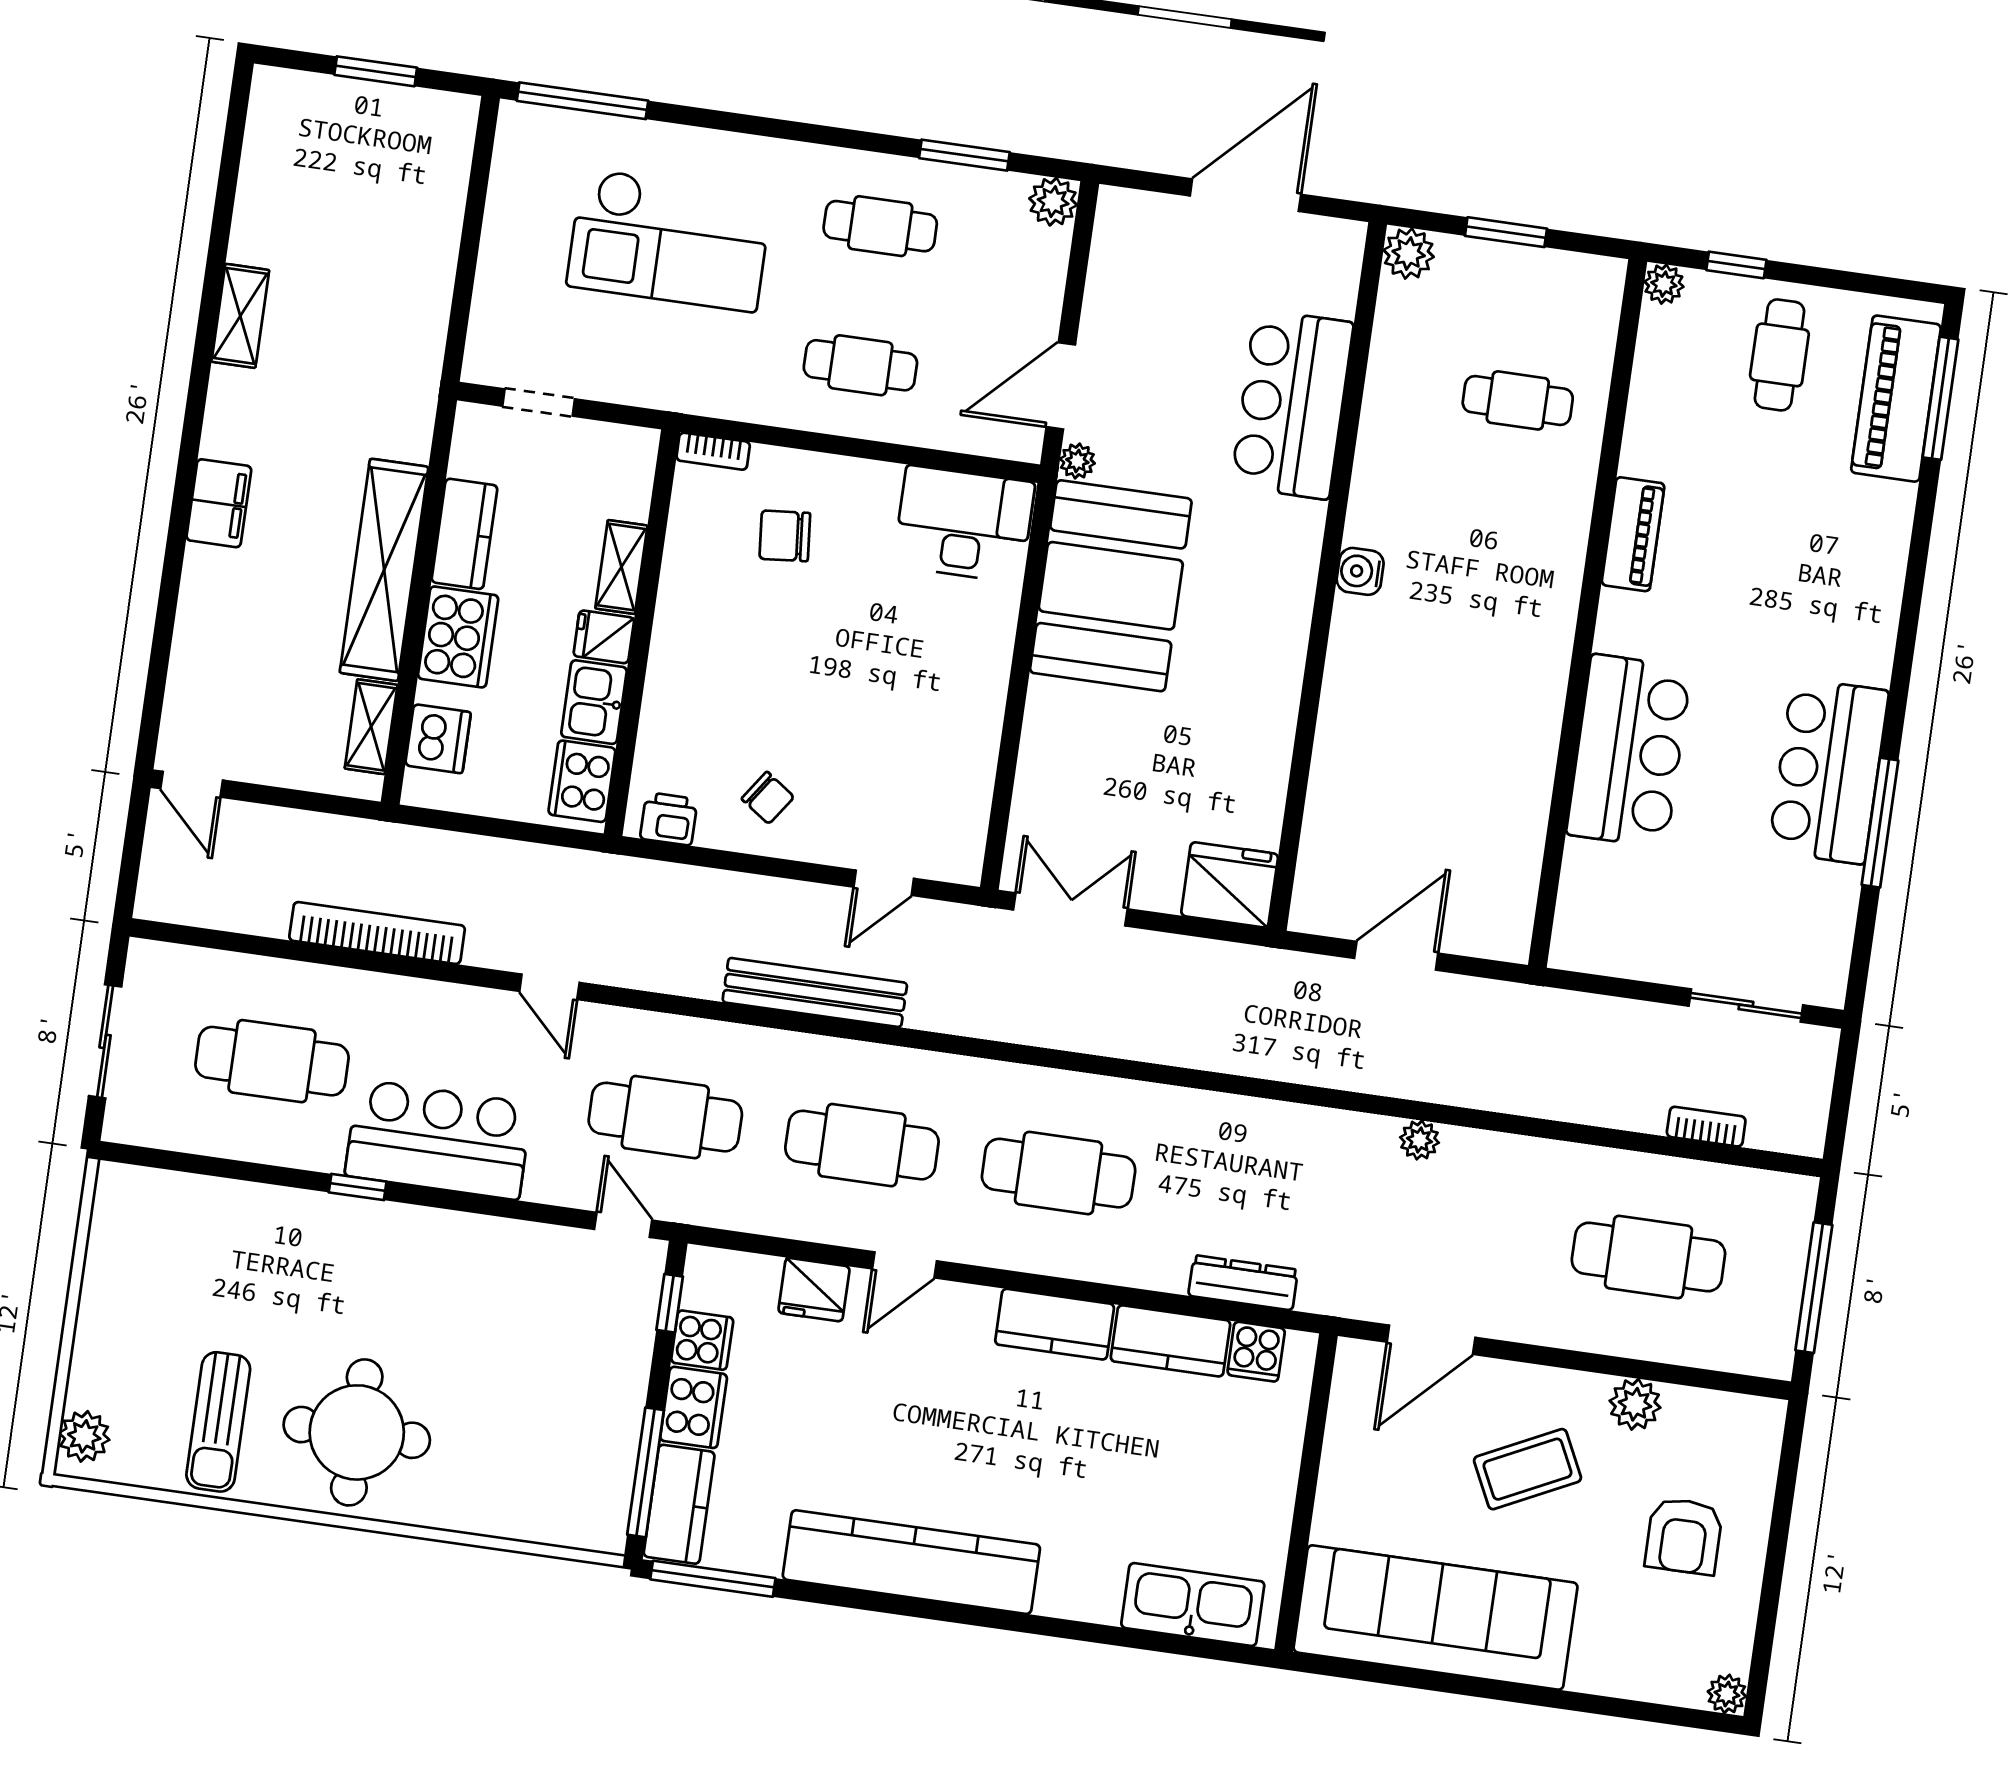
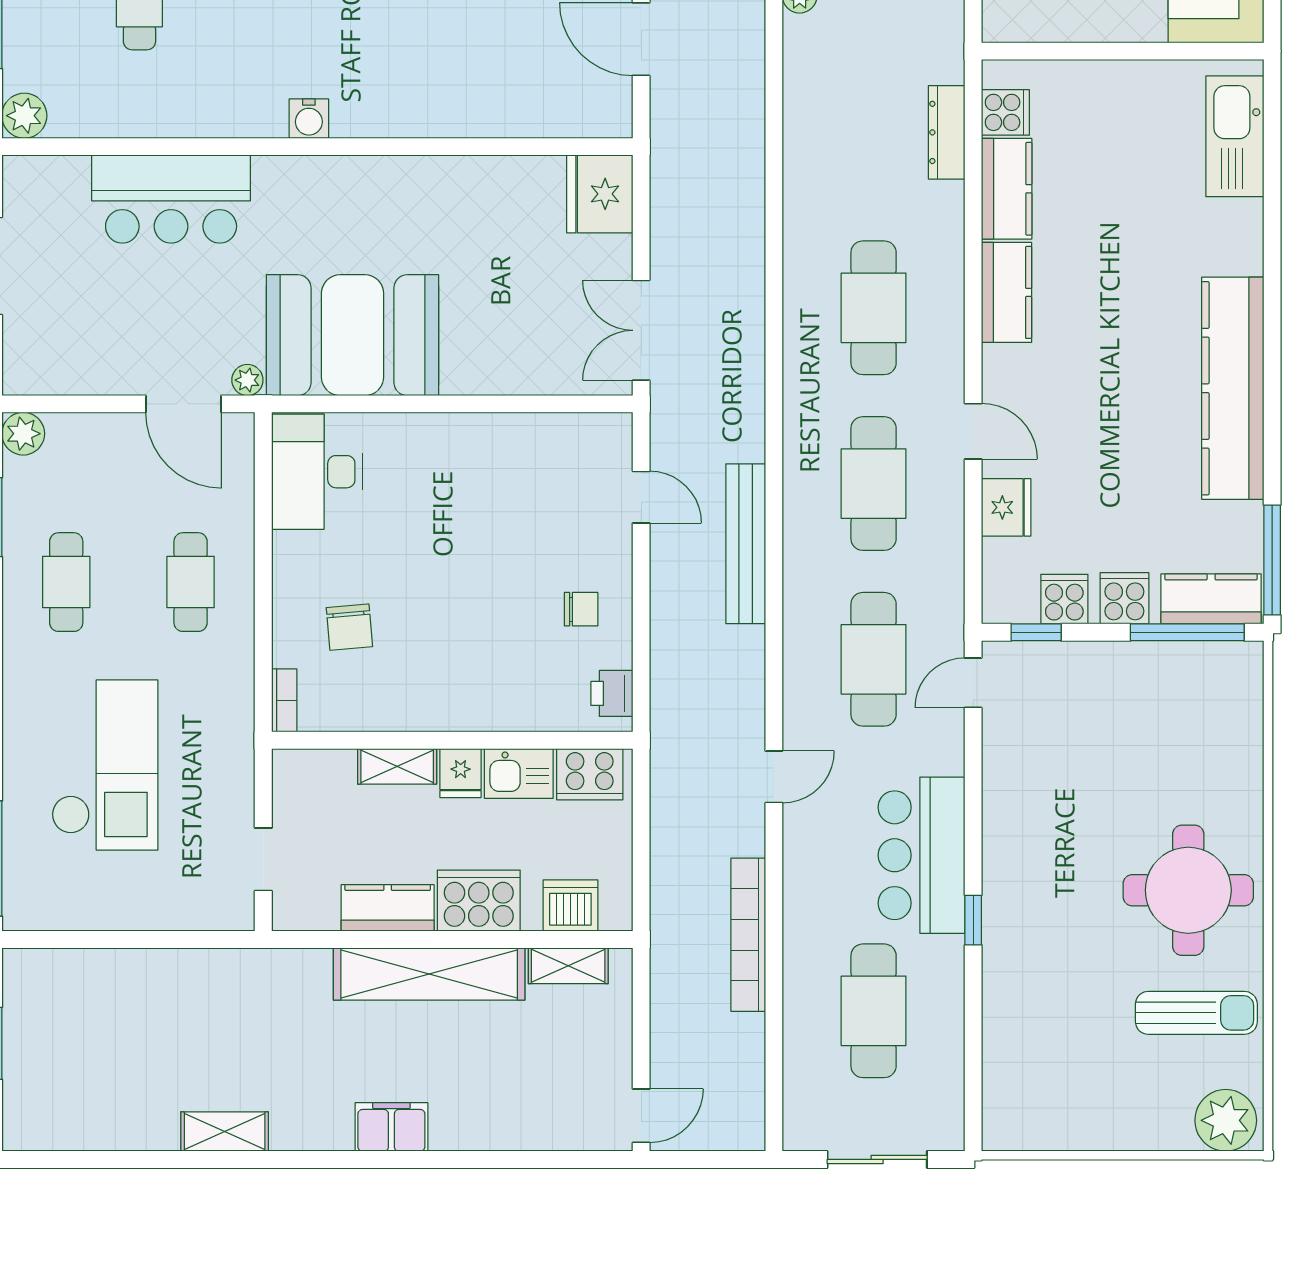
chair: (768, 798) -> (581, 609), turned 55
cooker: (694, 1407) -> (1124, 598), width x0.73
plant: (84, 1436) -> (1226, 1120), width x1.36, depth x1.36

